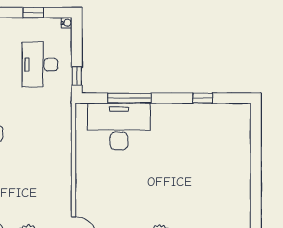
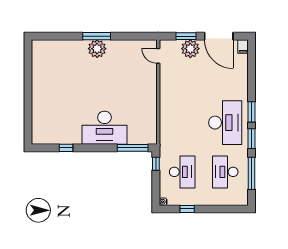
window: (129, 98) -> (133, 148), moved
desk: (119, 126) -> (104, 128), moved

